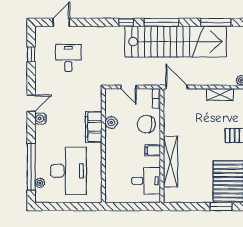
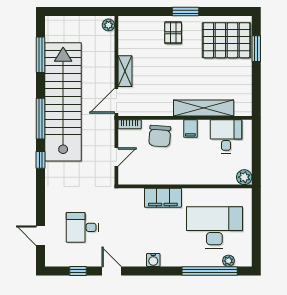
shelving: (220, 94) -> (125, 71), moved
door: (31, 103) -> (112, 271), moved
plant: (111, 122) -> (244, 177), moved

